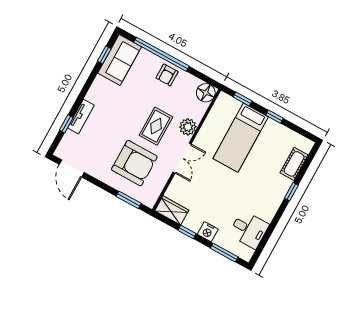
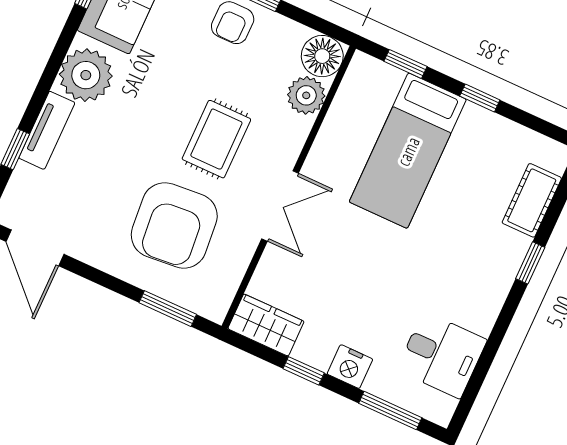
plant: (100, 93) -> (86, 75), added
plant: (188, 127) -> (306, 95), moved
armchair: (134, 163) -> (174, 225), turned 85

